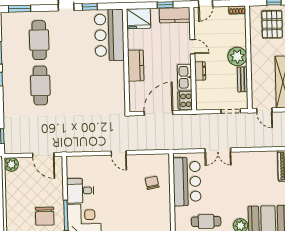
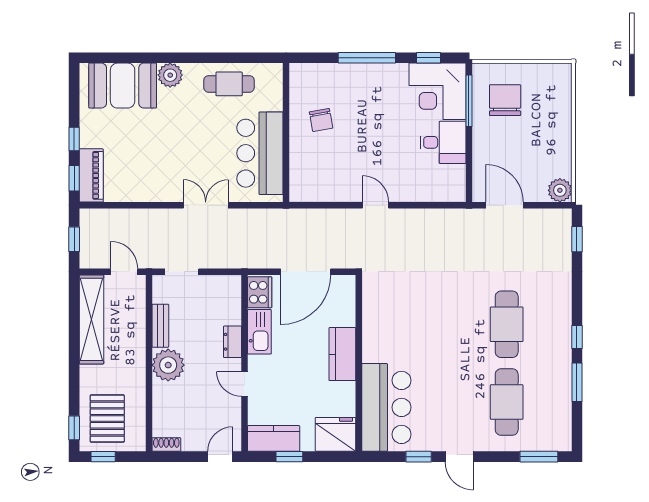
chair: (152, 183) -> (321, 120), moved

